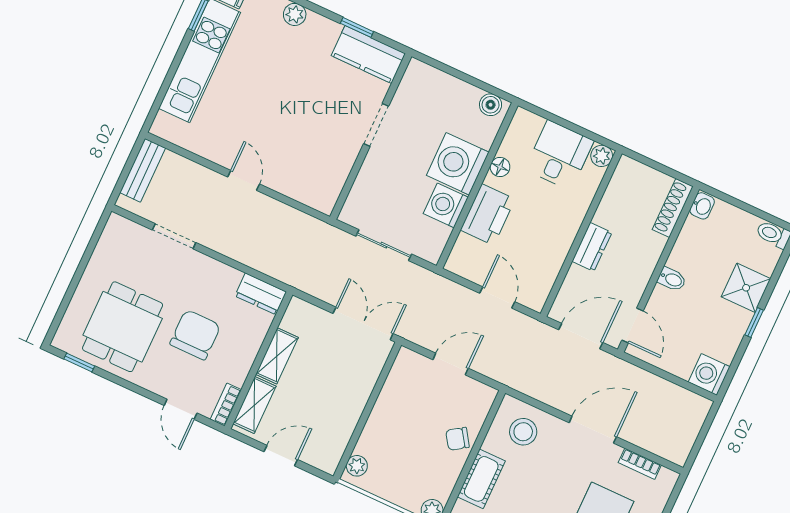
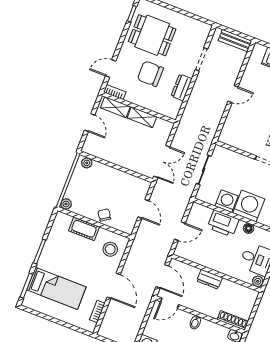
dresser: (261, 294) -> (181, 87), moved
chair: (195, 335) -> (150, 74), turned 180

